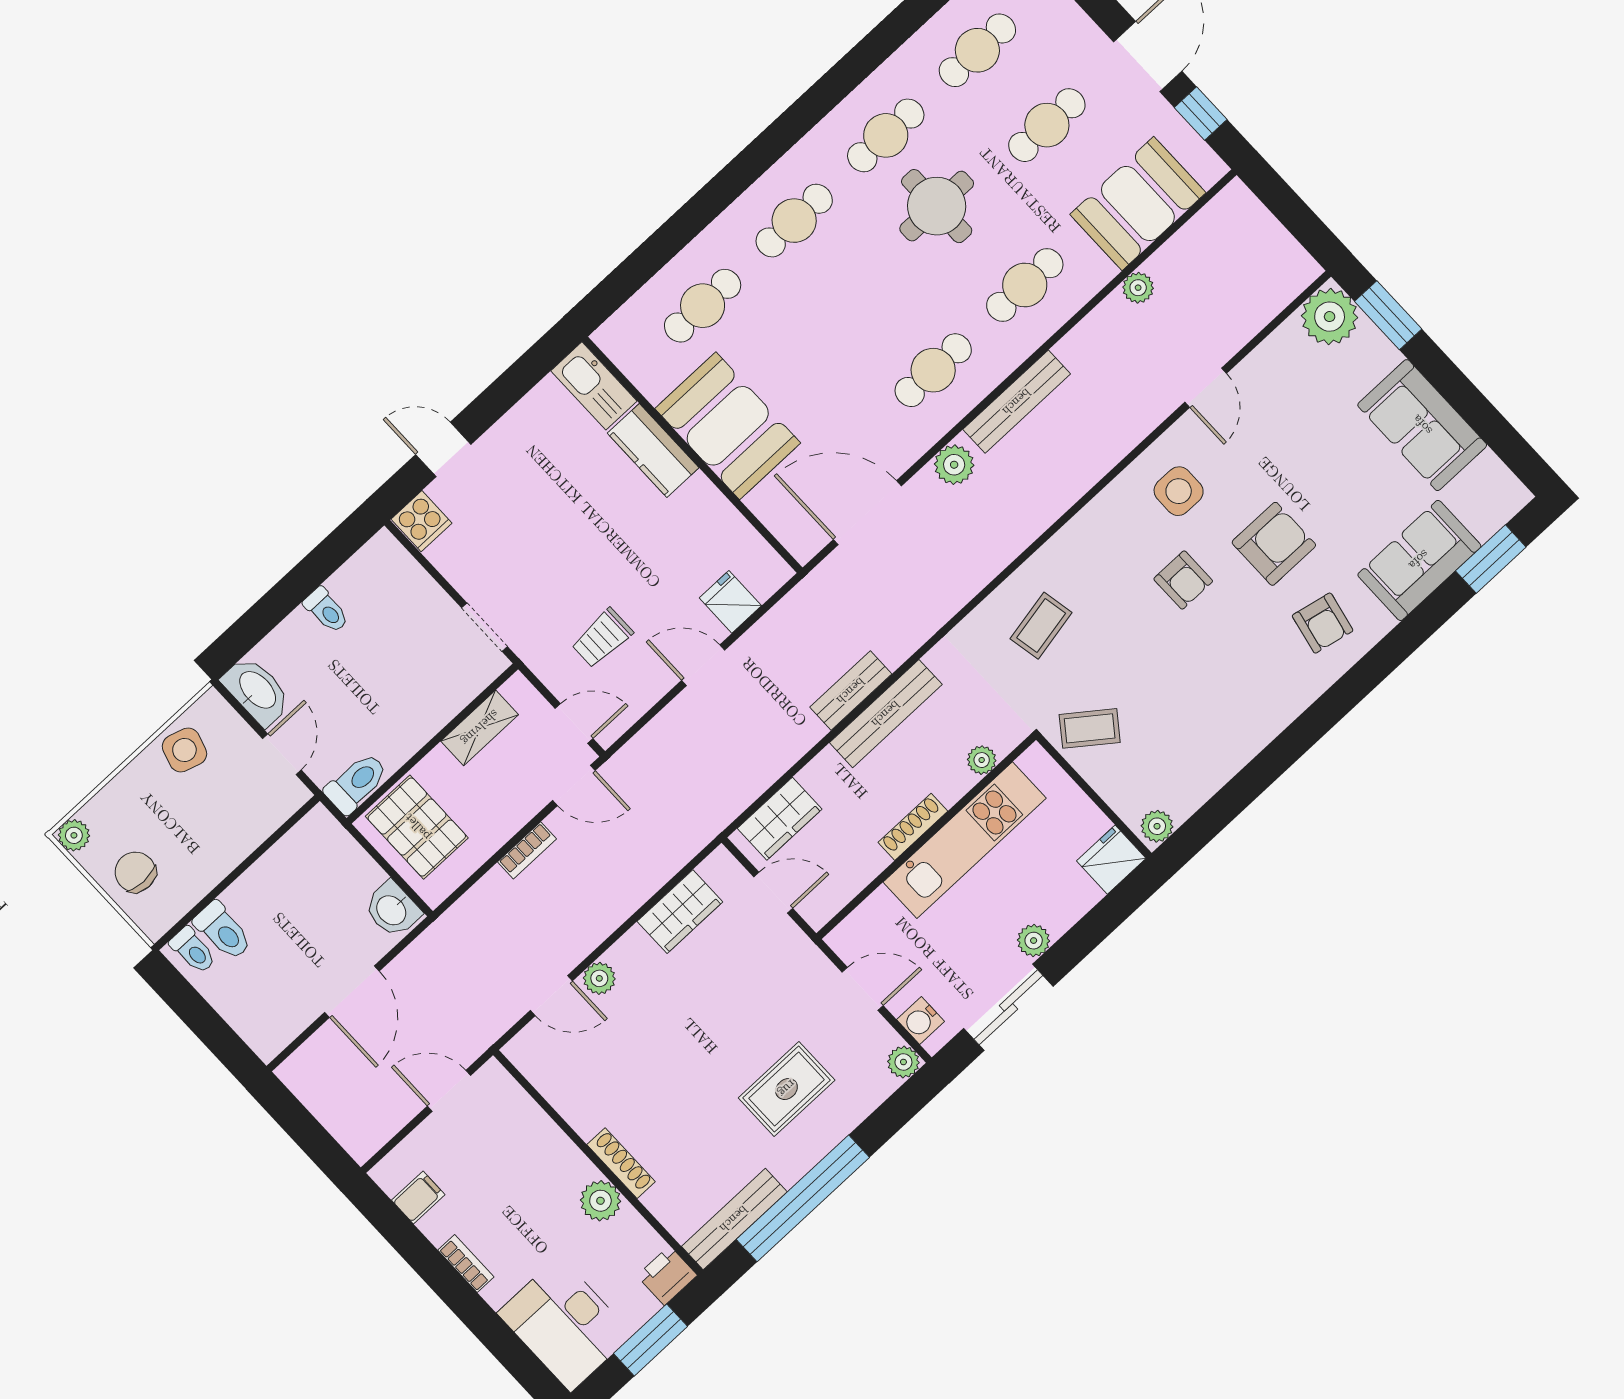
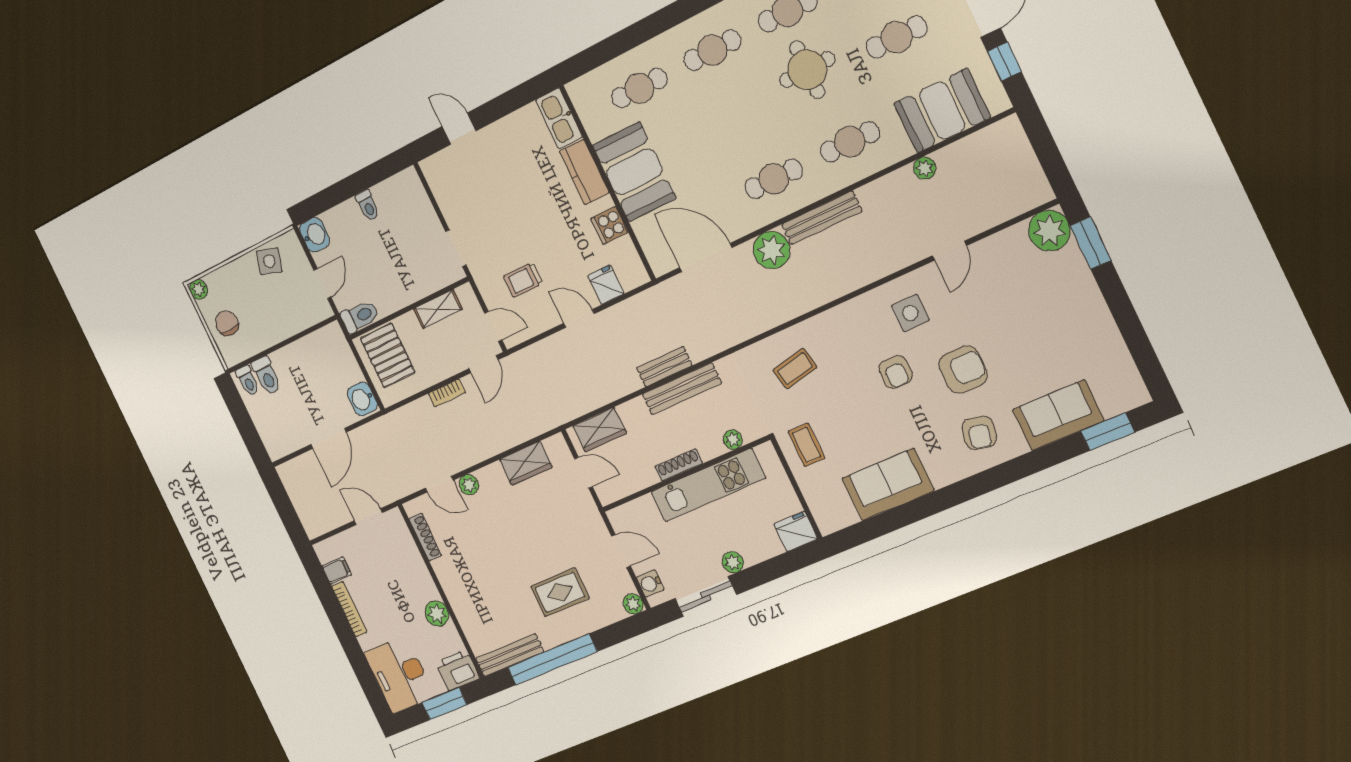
sofa: (1422, 425) -> (888, 484), moved, turned 90
plant: (954, 465) -> (772, 250), width x1.36, depth x1.36
cooker: (422, 521) -> (609, 225), moved, turned 90
washbasin: (257, 691) -> (315, 235), width x0.72
coffee table: (1090, 728) -> (806, 445), turned 53
door: (574, 785) -> (484, 364), hinge flipped
plant: (1157, 826) -> (831, 522), removed
shoe rack: (621, 1163) -> (425, 537), moved
bookcase: (466, 1264) -> (349, 609), width x1.56
printer: (667, 1276) -> (458, 670), width x1.36, depth x1.24

